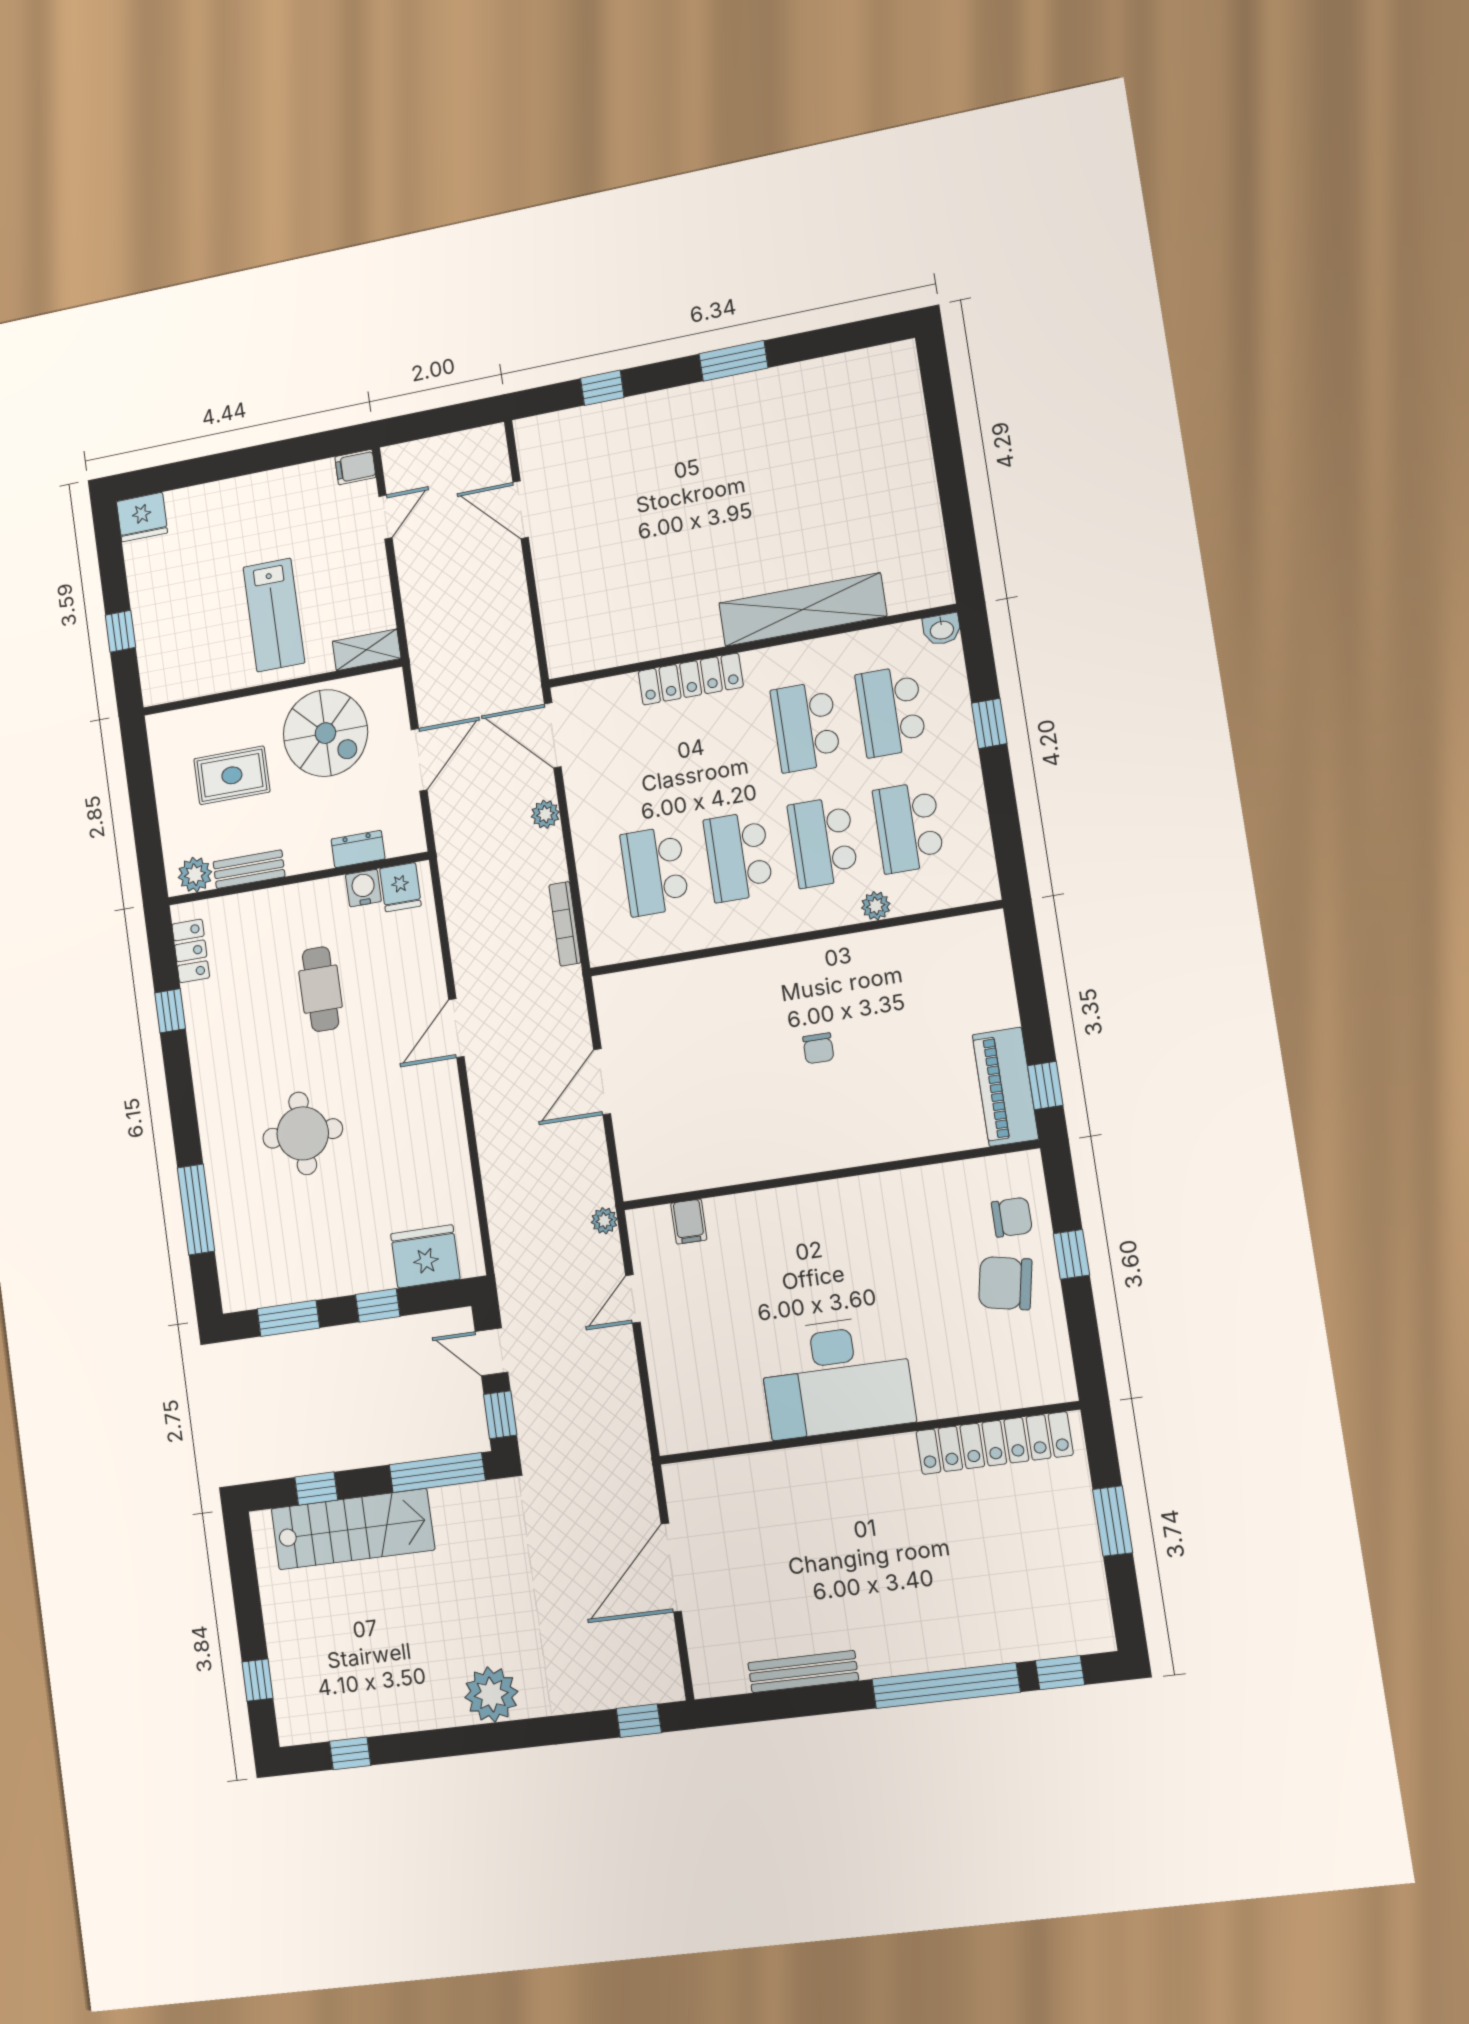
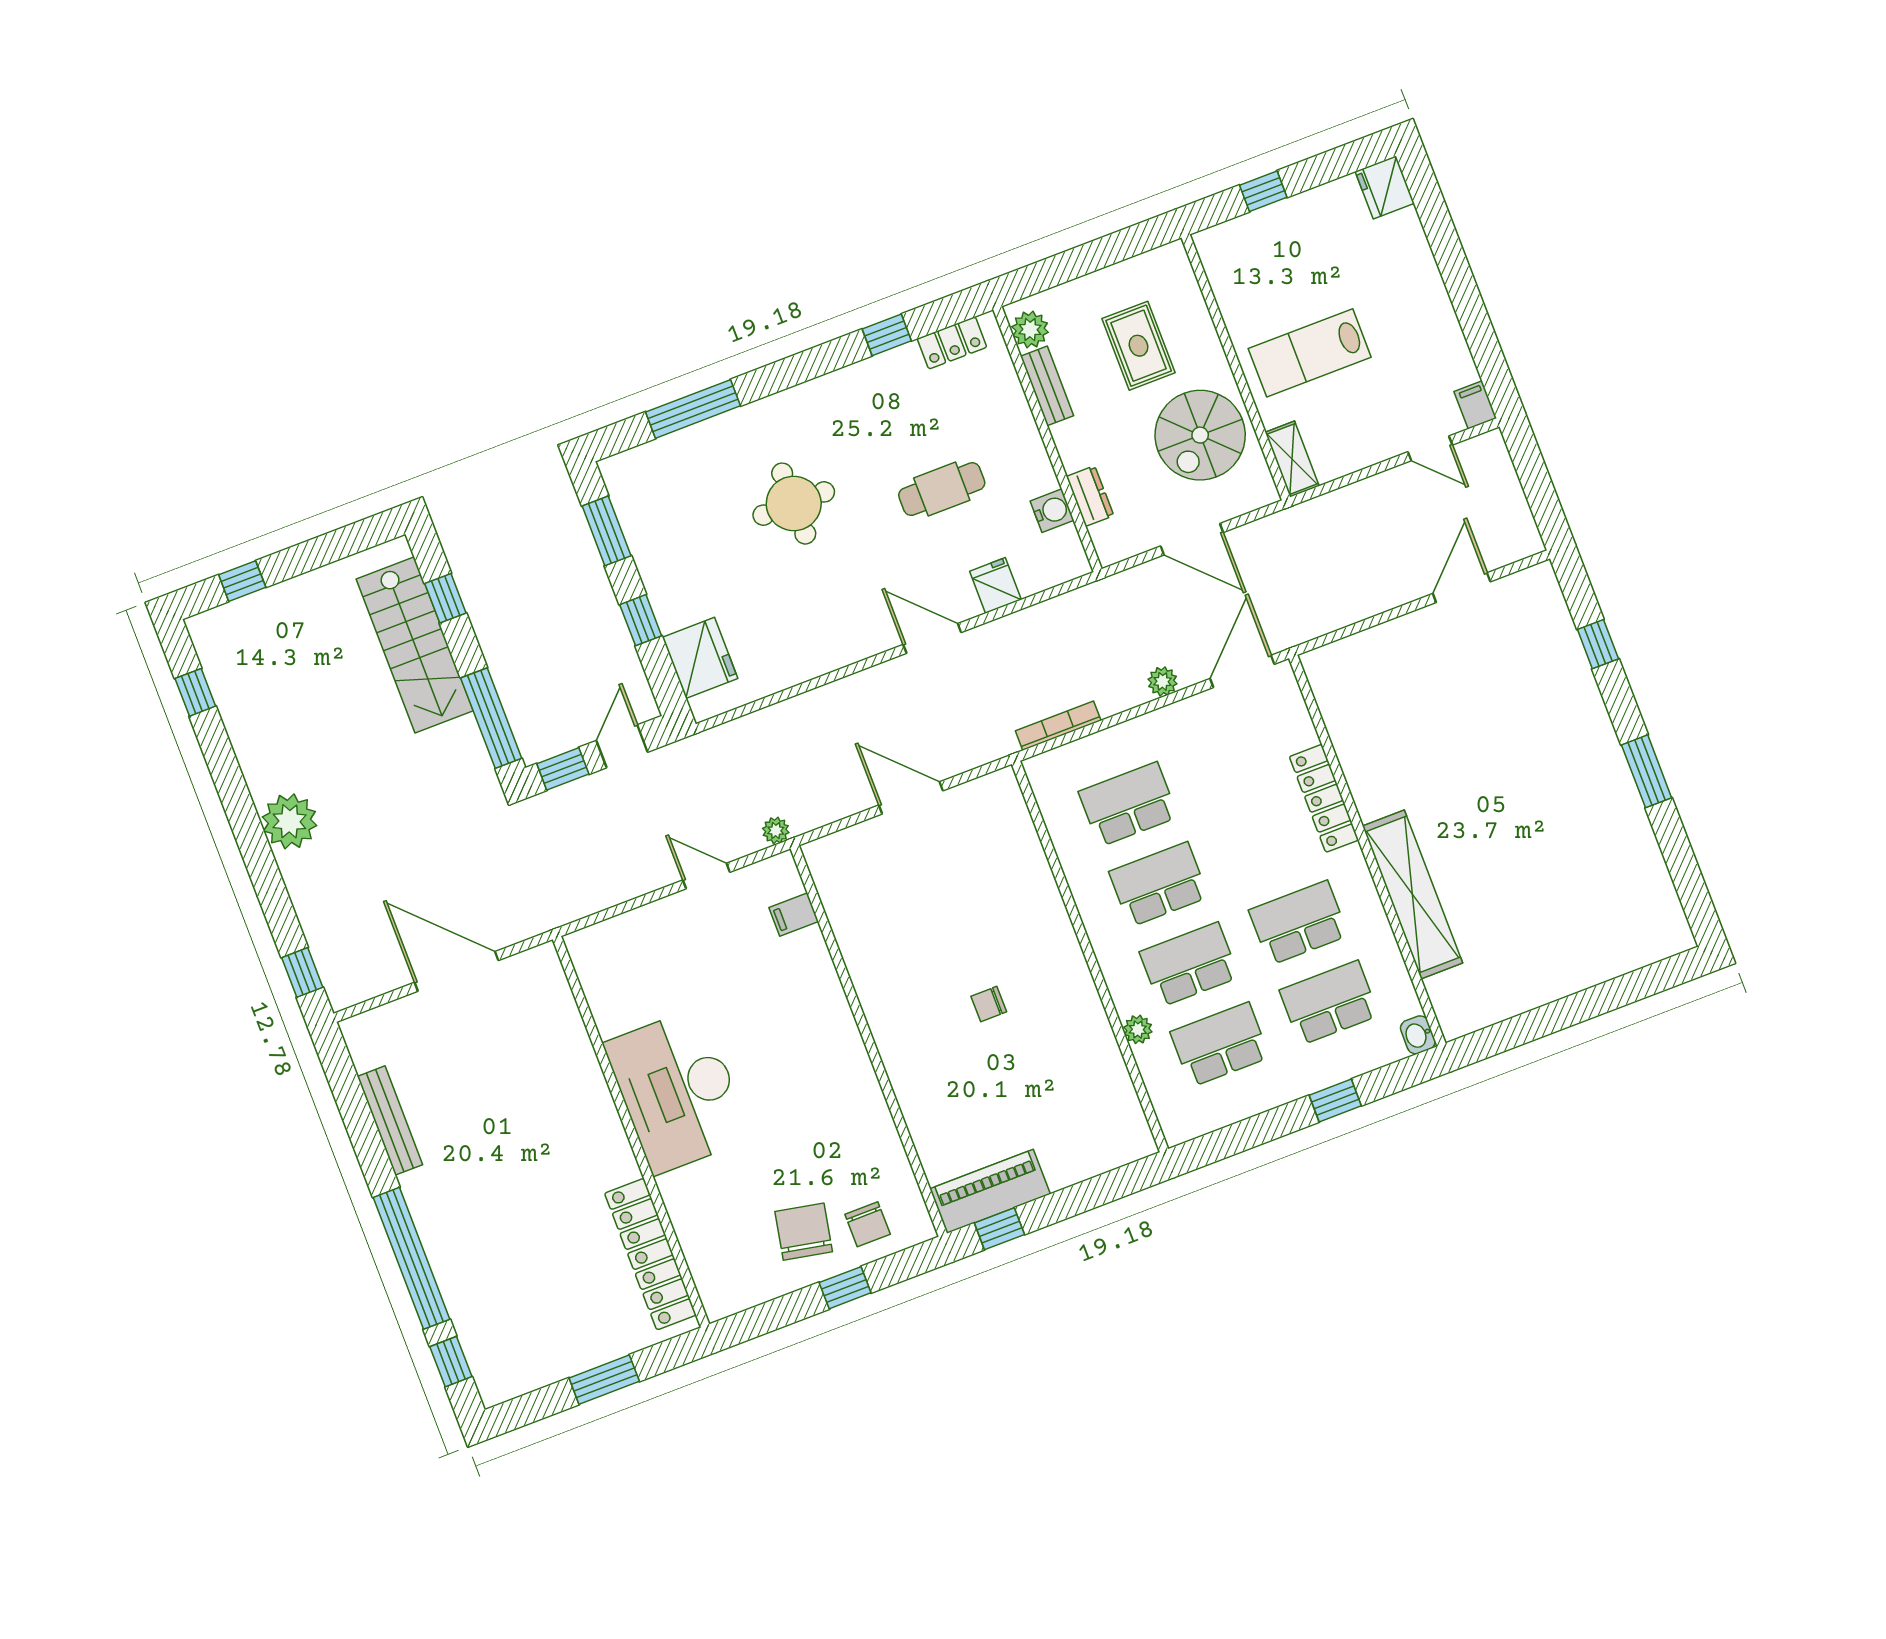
fridge: (400, 887) -> (995, 585), moved, turned 90

